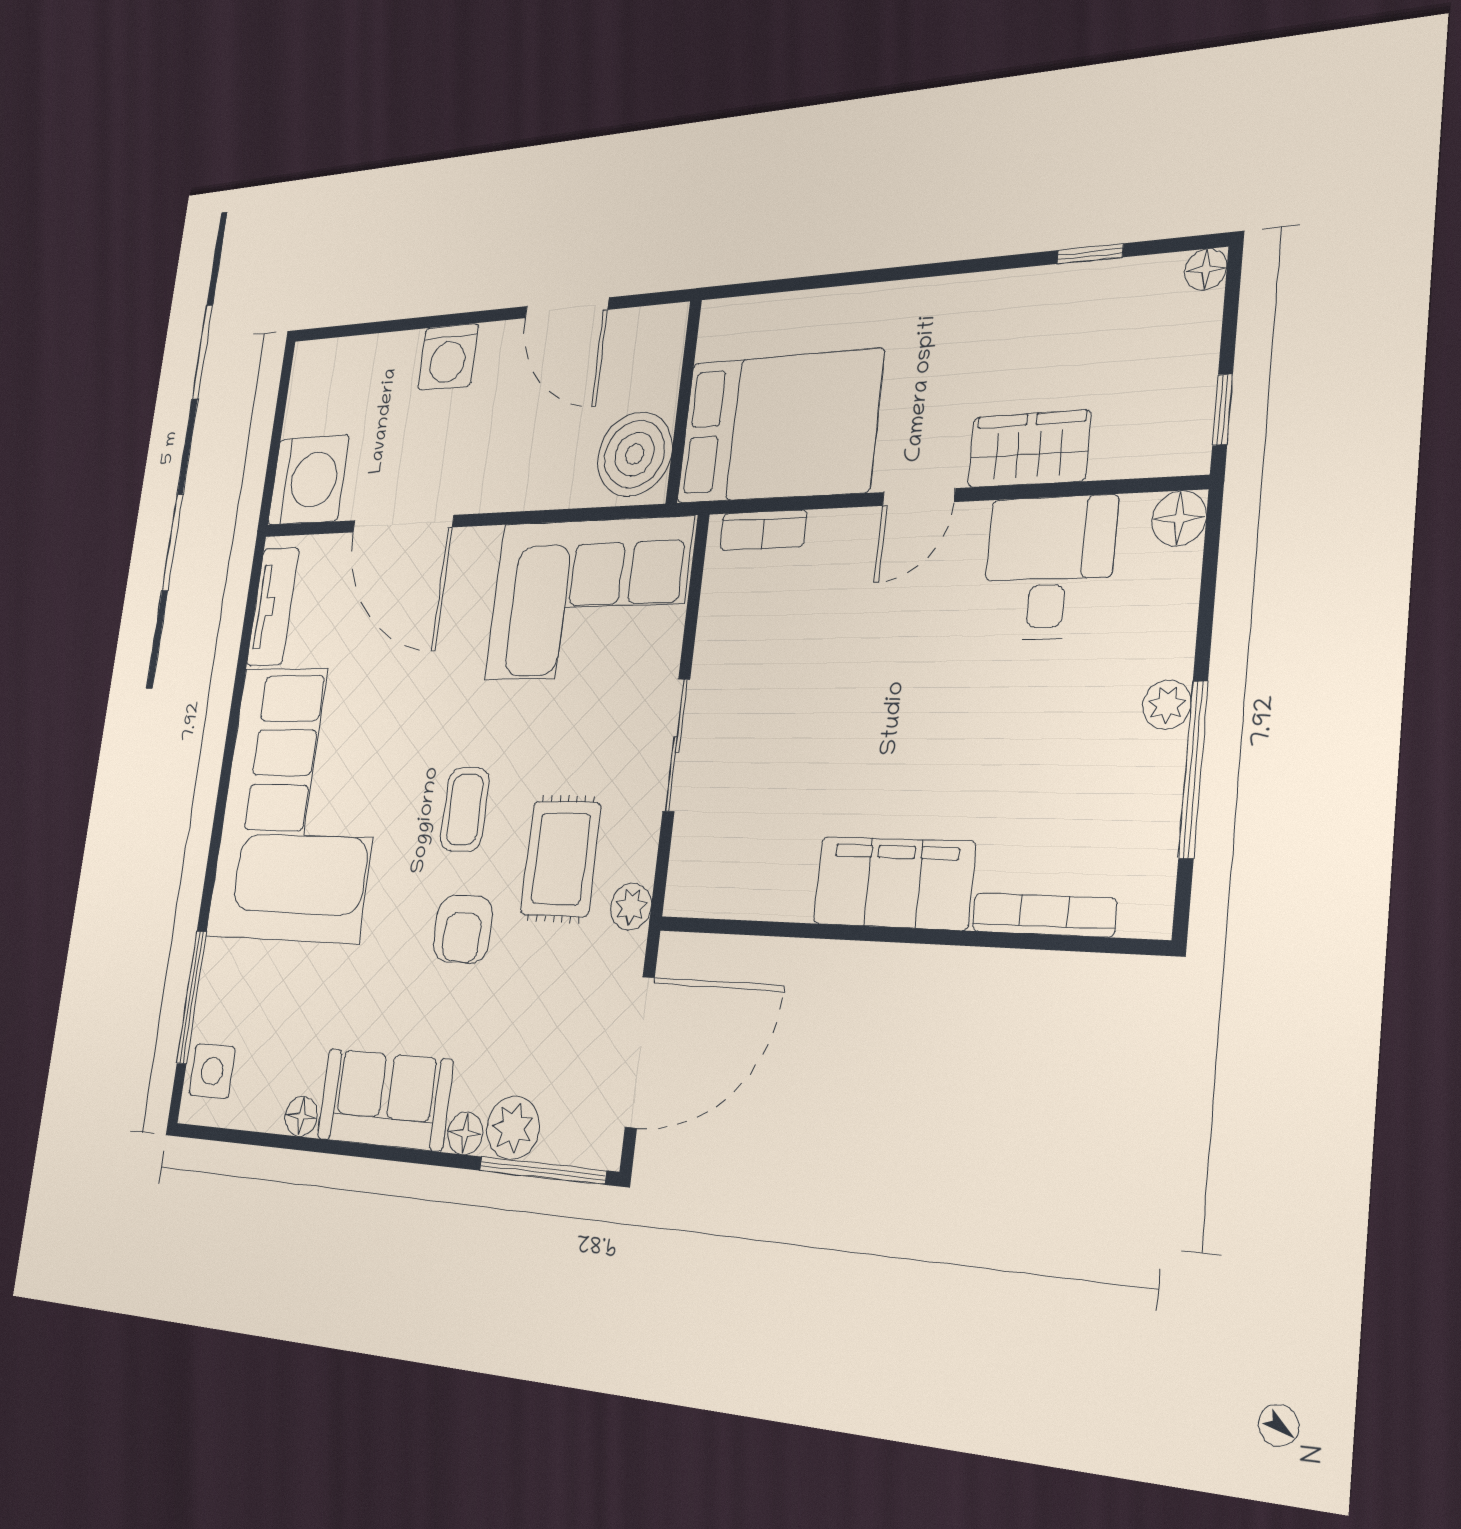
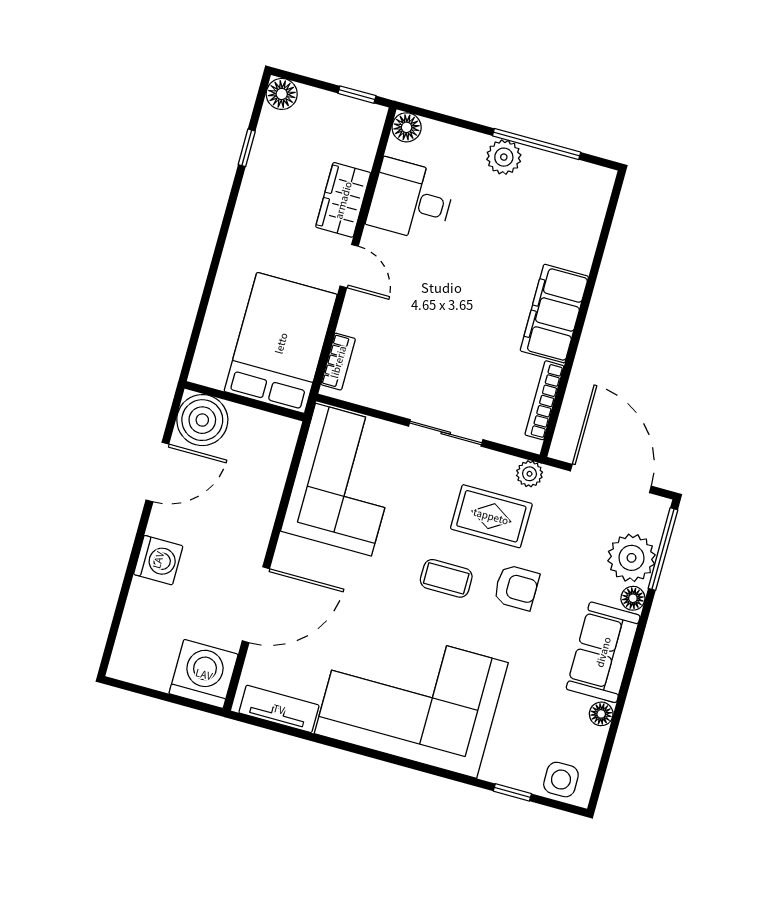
floor lamp: (1206, 269) -> (282, 94), width x1.37, depth x1.37
boiler: (635, 454) -> (202, 420), moved
plant: (1167, 705) -> (504, 157), width x1.38, depth x1.38
bookcase: (1044, 915) -> (544, 400), moved
window: (192, 997) -> (512, 792), width x0.46
plant: (513, 1128) -> (631, 558), width x1.36, depth x1.36

